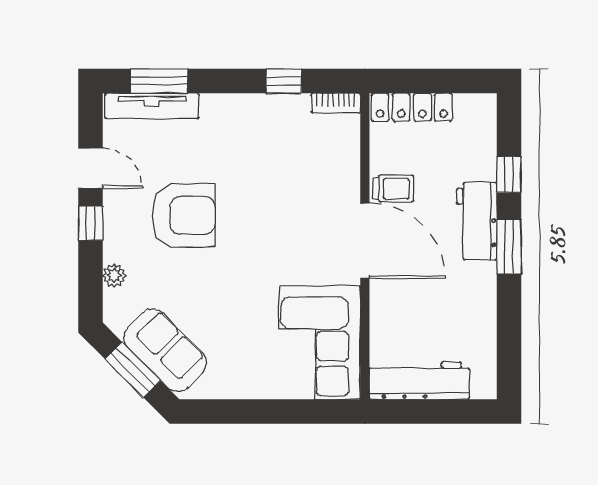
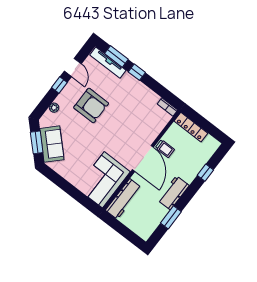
window: (284, 81) -> (137, 72), moved
workbench: (477, 221) -> (173, 193), moved
window: (509, 247) -> (171, 217), moved
workbench: (419, 381) -> (124, 199), moved, turned 90

